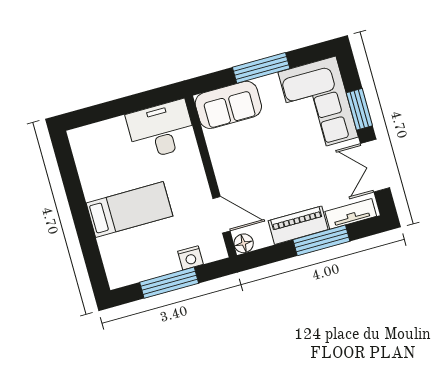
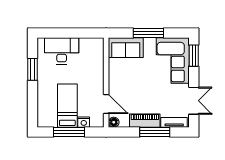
window: (359, 109) -> (194, 56), moved
desk: (161, 130) -> (62, 51), moved
double door: (375, 166) -> (194, 101), swing flipped
window: (74, 189) -> (32, 69), added
bed: (129, 210) -> (67, 106), moved, turned -90

